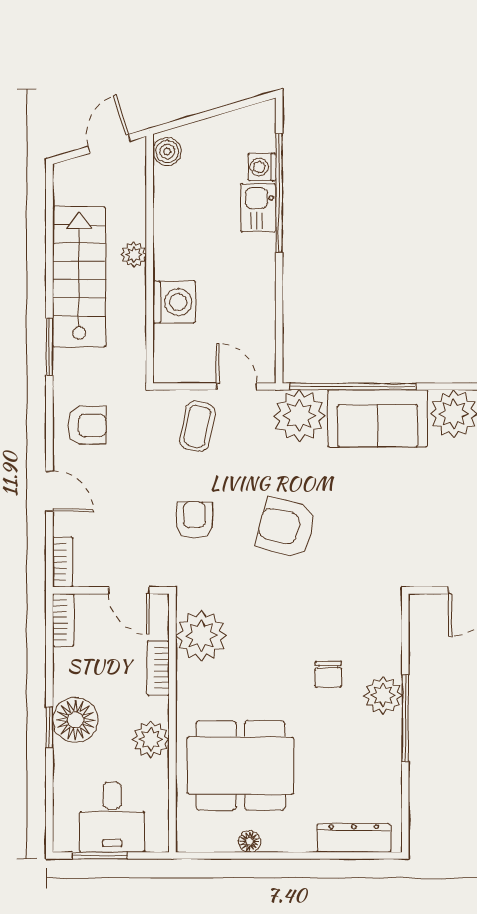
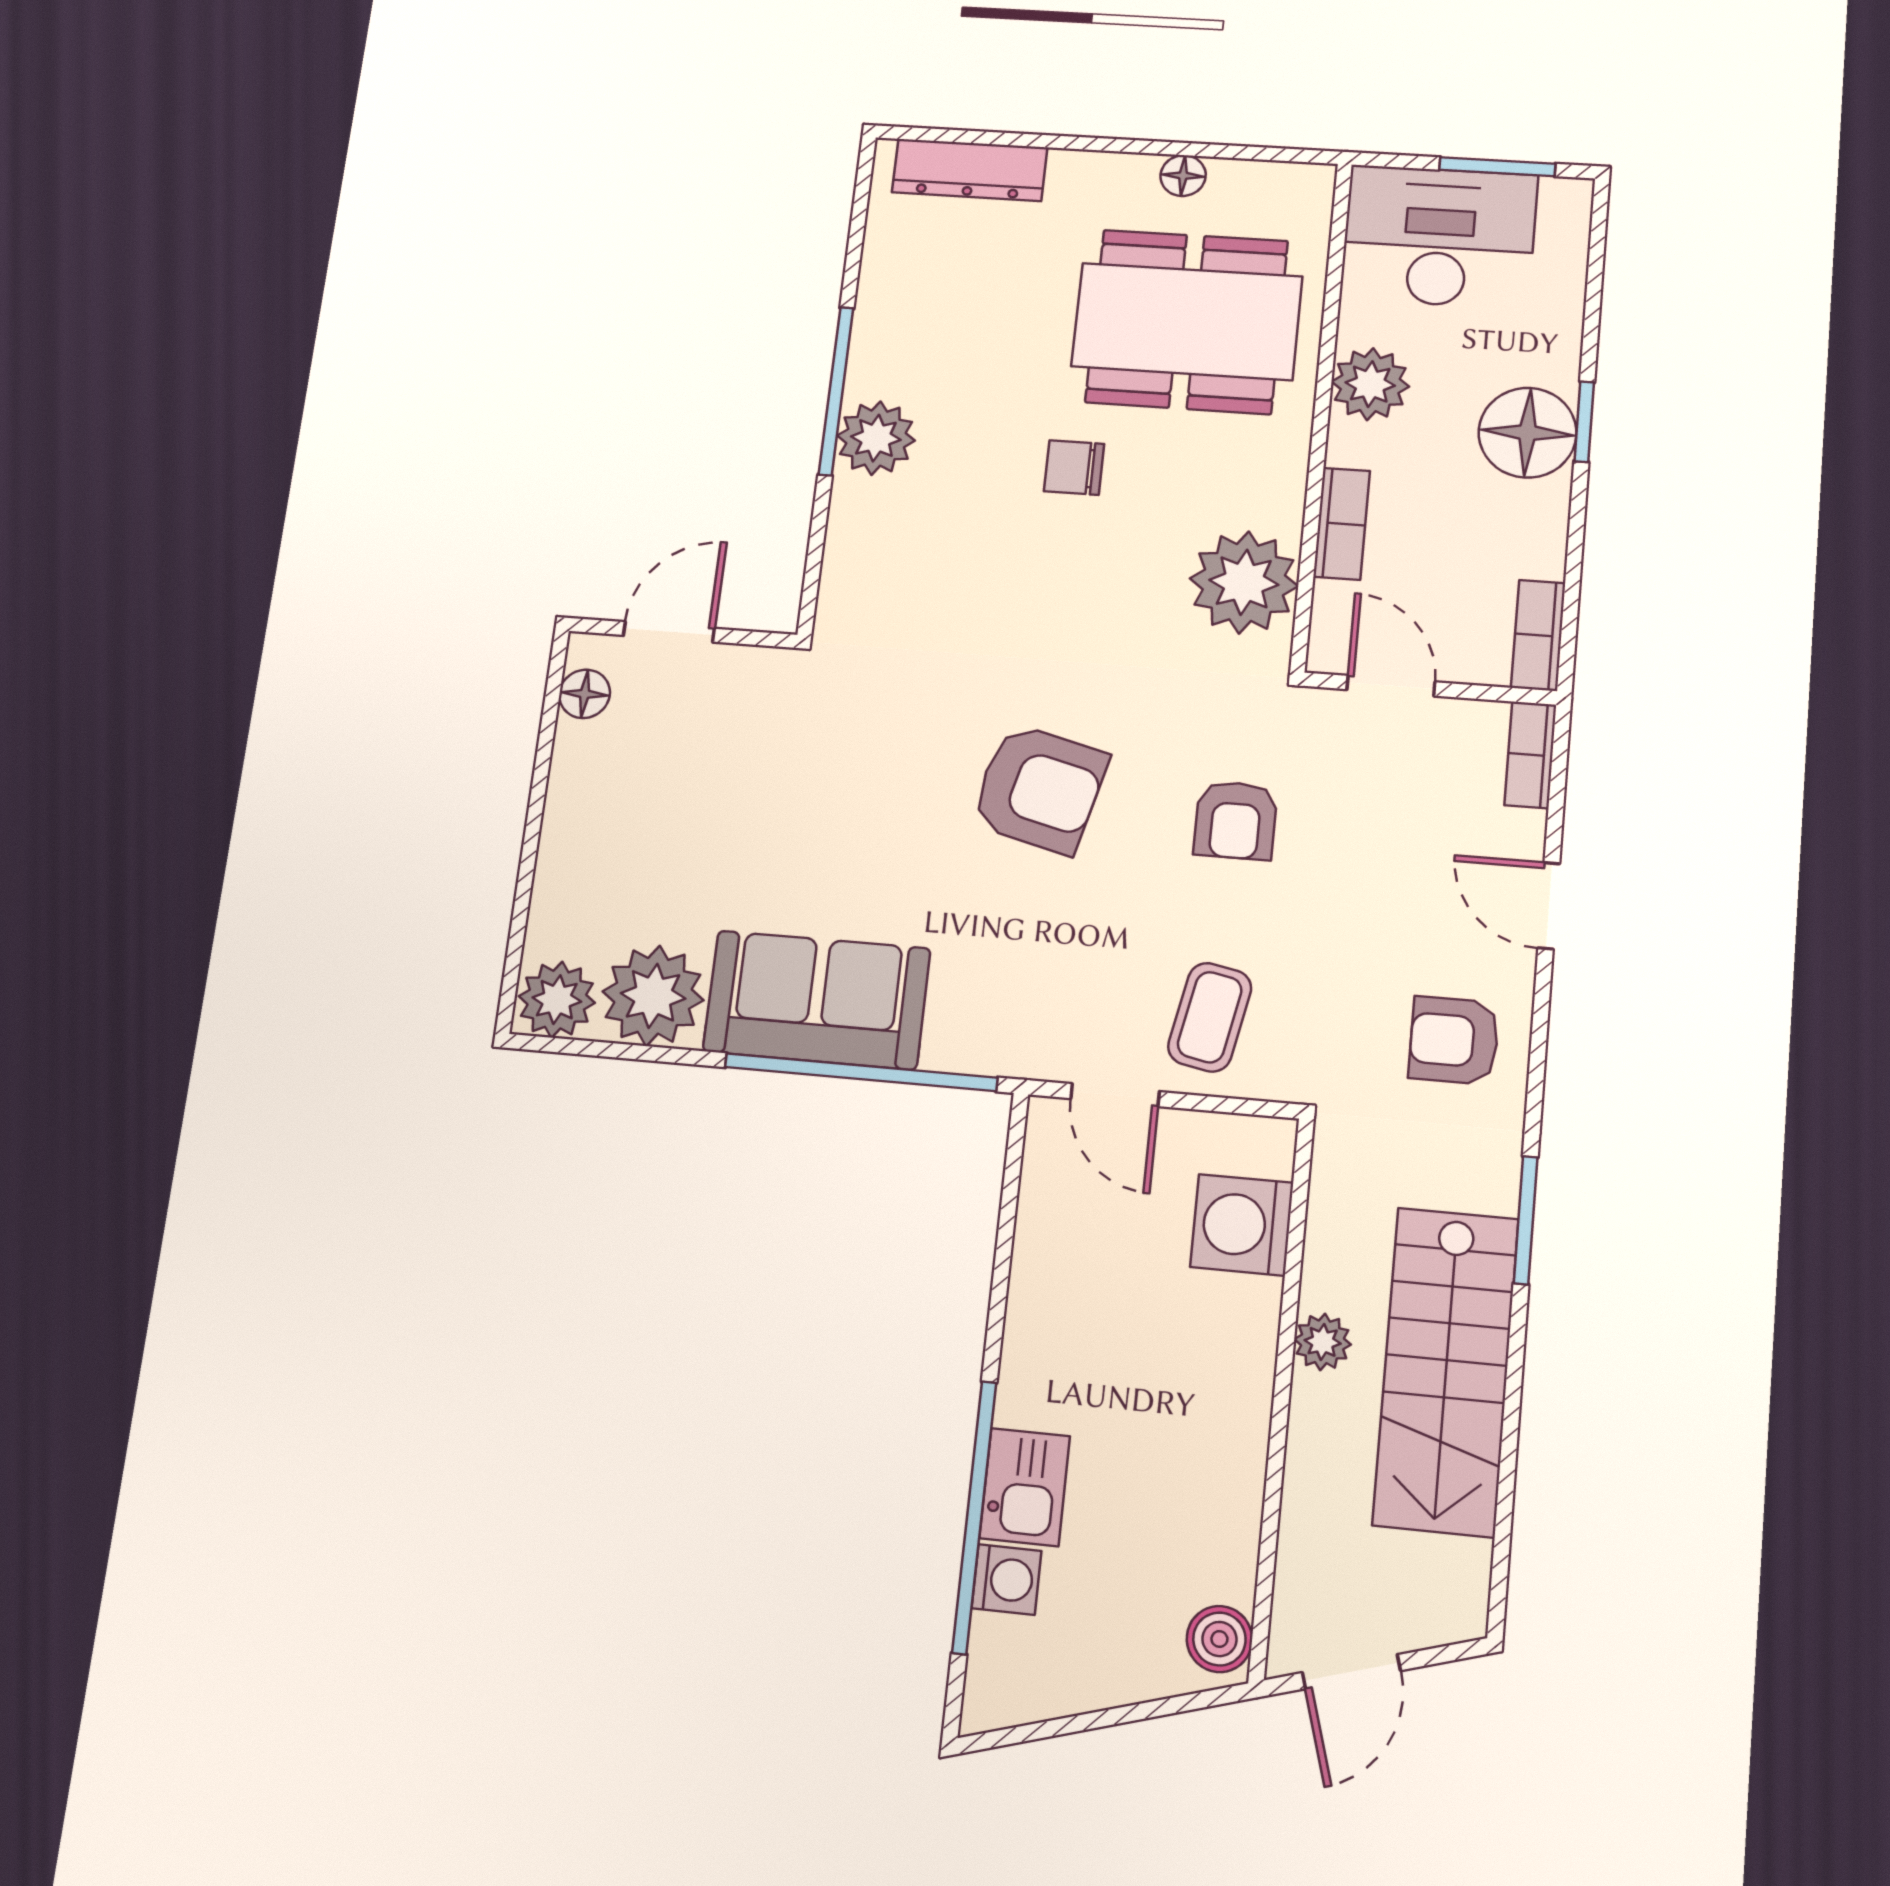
plant: (134, 255) -> (1323, 1342), moved
washing machine: (174, 302) -> (1242, 1225), moved
plant: (299, 416) -> (984, 1020), removed
chair: (328, 674) -> (1074, 468), moved, turned -90
desk: (112, 817) -> (1439, 237), width x1.37

